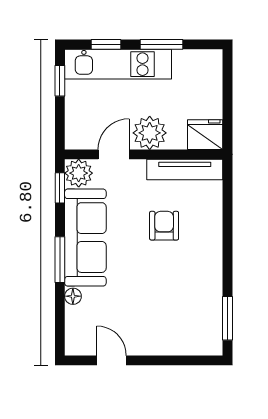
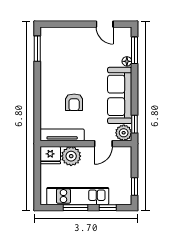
kitchen unit: (118, 64) -> (78, 196), moved
plant: (150, 133) -> (71, 156), moved
window: (60, 260) -> (134, 50), moved

